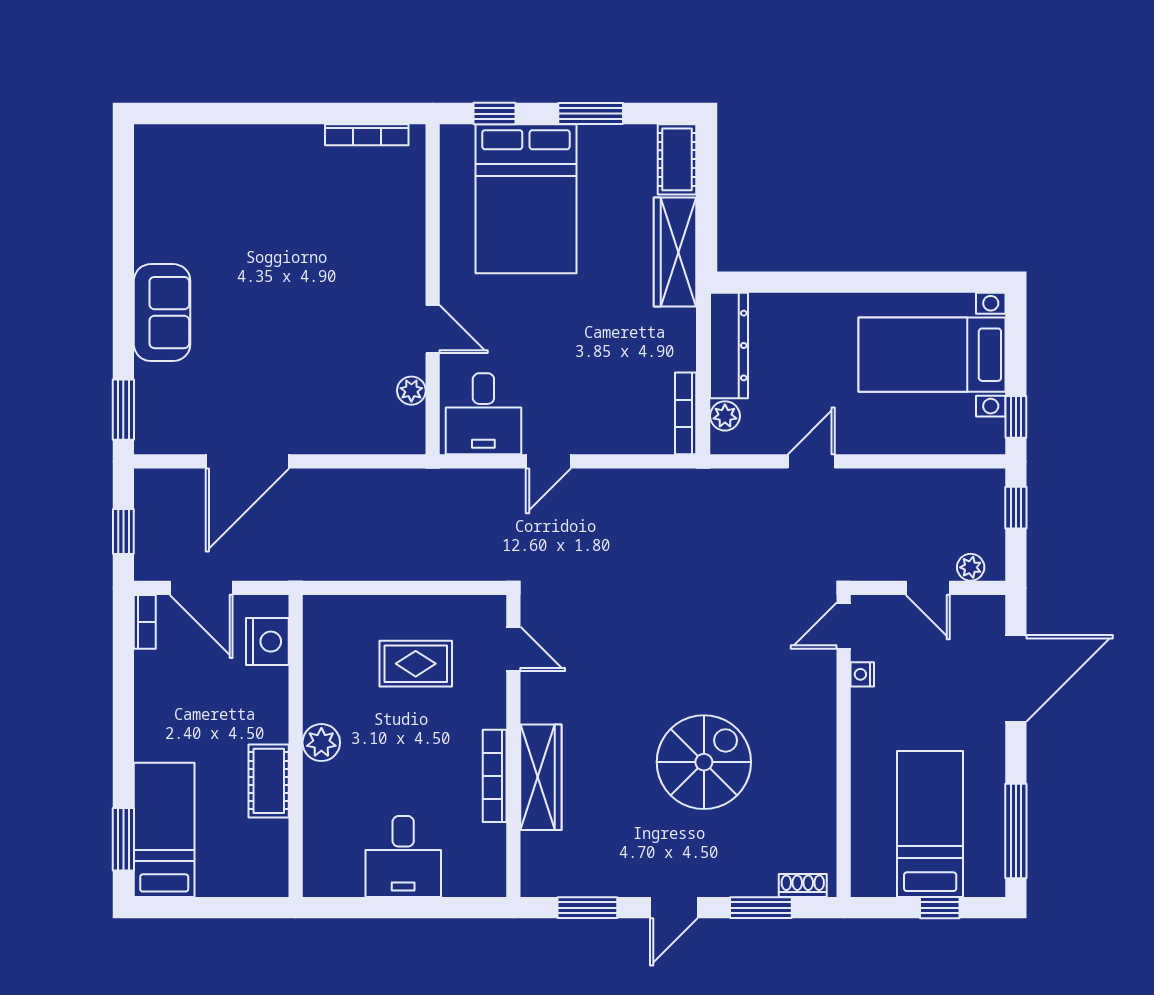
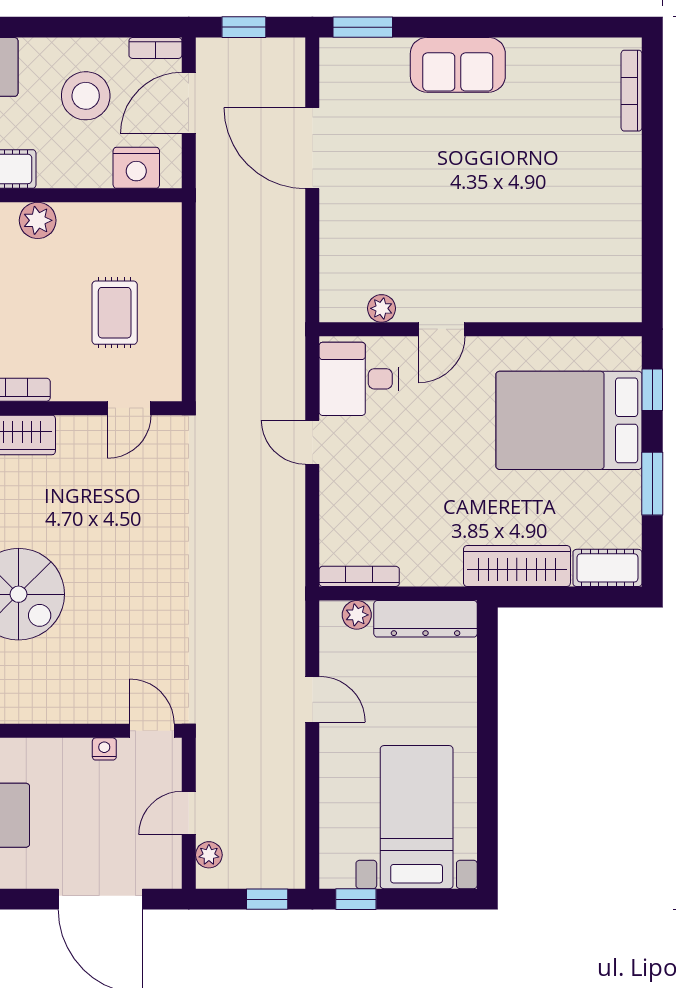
bookcase: (367, 135) -> (632, 91), moved
stool: (194, 693) -> (86, 96), added

